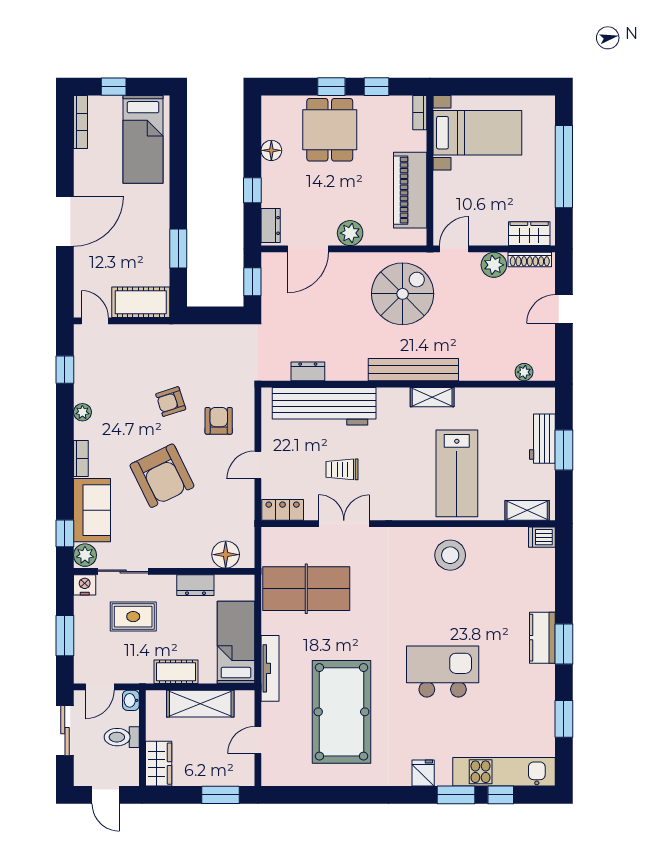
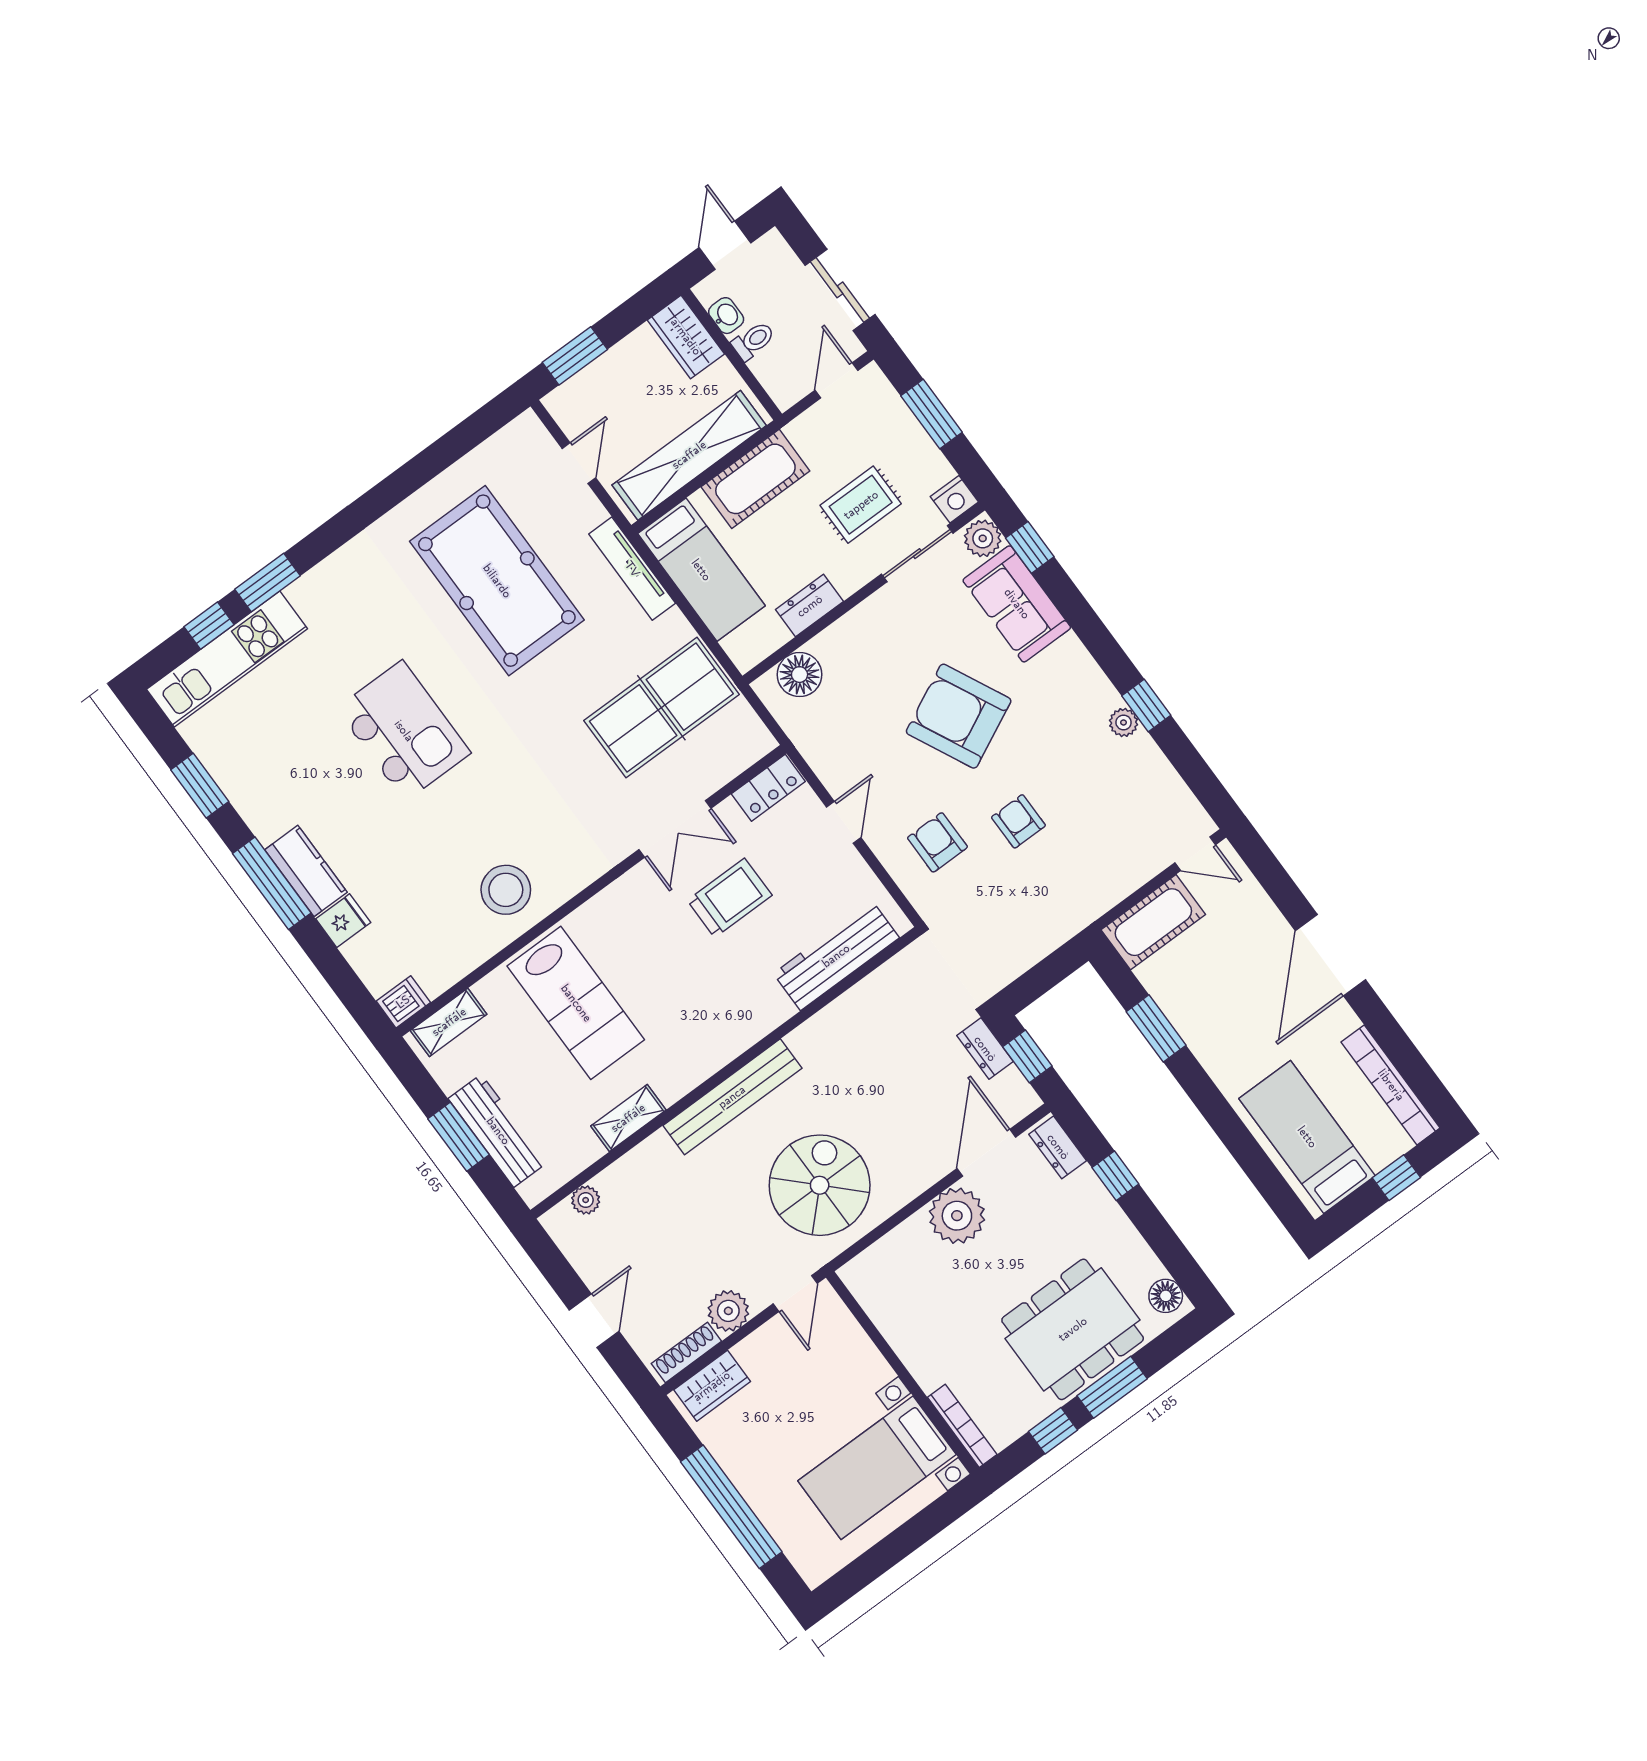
window: (331, 87) -> (1112, 1387), width x1.50
bookcase: (420, 113) -> (962, 1426), width x1.56
bookcase: (80, 122) -> (1391, 1085), width x1.48, depth x1.31
dining table: (330, 130) -> (1073, 1329), width x1.38
floor lamp: (271, 150) -> (1166, 1296), moved
piano: (410, 190) -> (909, 1328), removed
plant: (350, 233) -> (957, 1216), width x1.36, depth x1.36
spiral stairs: (403, 294) -> (820, 1185), turned 180
window: (65, 370) -> (1146, 705), moved
dresser: (308, 371) -> (985, 1049), moved, turned 90
shelving: (432, 397) -> (628, 1118), moved
armchair: (171, 402) -> (1018, 821), turned -72
workbench: (324, 406) -> (836, 956), width x0.73, depth x0.76
armchair: (219, 421) -> (937, 842), turned 180
workbench: (542, 439) -> (498, 1131), width x1.38
bookcase: (81, 458) -> (1081, 661), removed
trolley: (342, 469) -> (730, 898), width x1.36, depth x1.39
lab bench: (457, 473) -> (576, 1003), turned 180
window: (564, 644) -> (272, 883), width x1.44
kitchen island: (443, 671) -> (404, 731), turned -90
cot: (176, 672) -> (755, 479), width x1.37, depth x1.34
washbasin: (131, 700) -> (726, 316), moved
shelving: (200, 704) -> (689, 455), width x1.47
toilet: (122, 737) -> (753, 341), width x0.73, depth x0.72
fridge: (423, 773) -> (343, 921), moved, turned -90
door: (106, 795) -> (725, 245), hinge flipped

